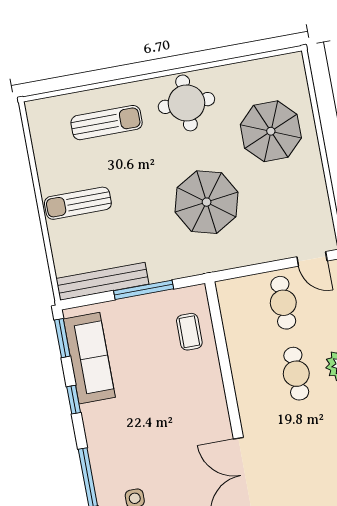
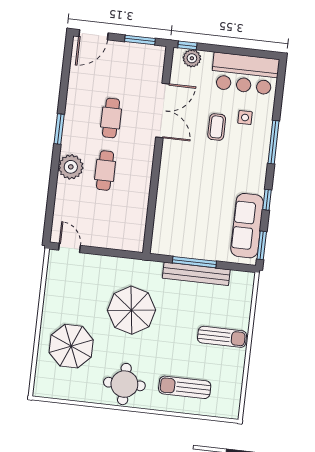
bench: (102, 281) -> (196, 274), moved
cafe table: (283, 303) -> (111, 118), moved
coffee table: (189, 332) -> (217, 127), moved

